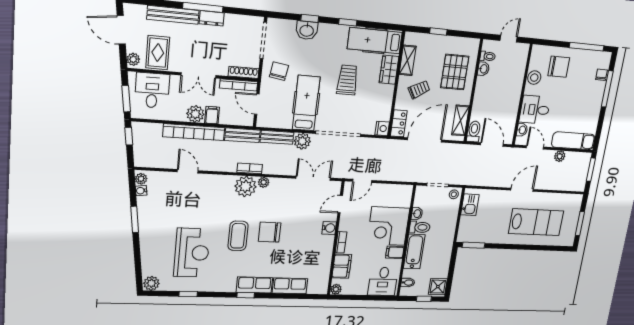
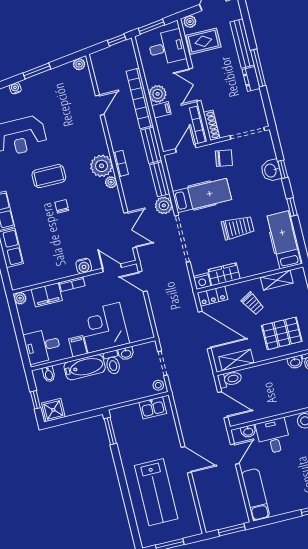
wardrobe: (389, 70) -> (224, 274), moved
door: (492, 144) -> (223, 405), hinge flipped
plant: (560, 156) -> (235, 487), removed
water cooler: (141, 191) -> (15, 88), moved
chair: (270, 232) -> (62, 206), width x0.54, depth x0.54

